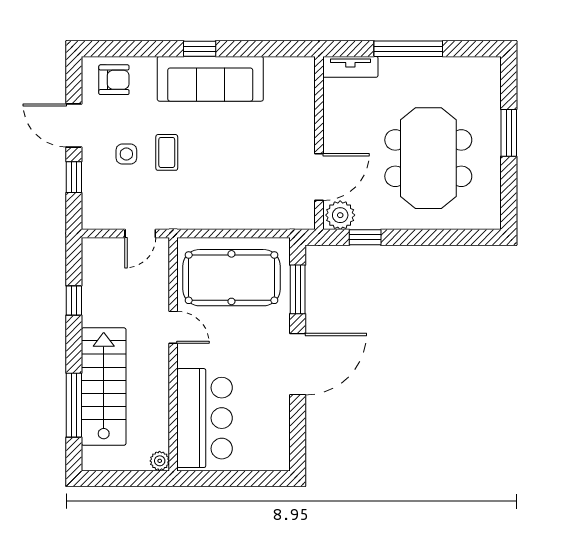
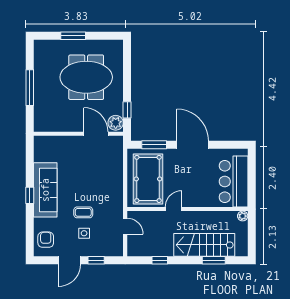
tv unit: (350, 67) -> (39, 118), removed
window: (74, 405) -> (214, 260), width x0.69
bar counter: (205, 418) -> (234, 181), moved, turned -90

